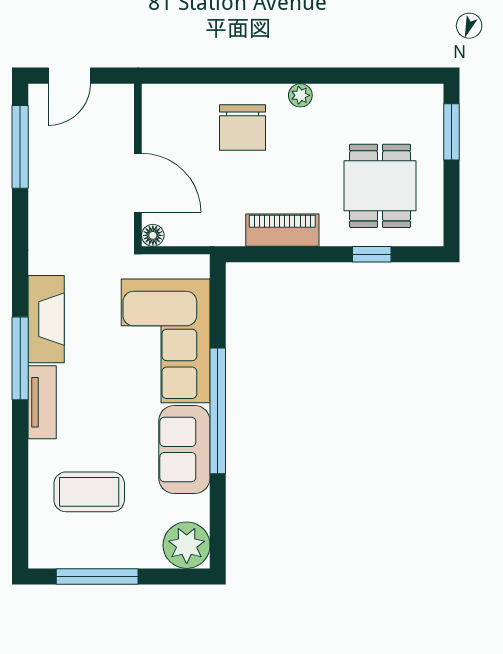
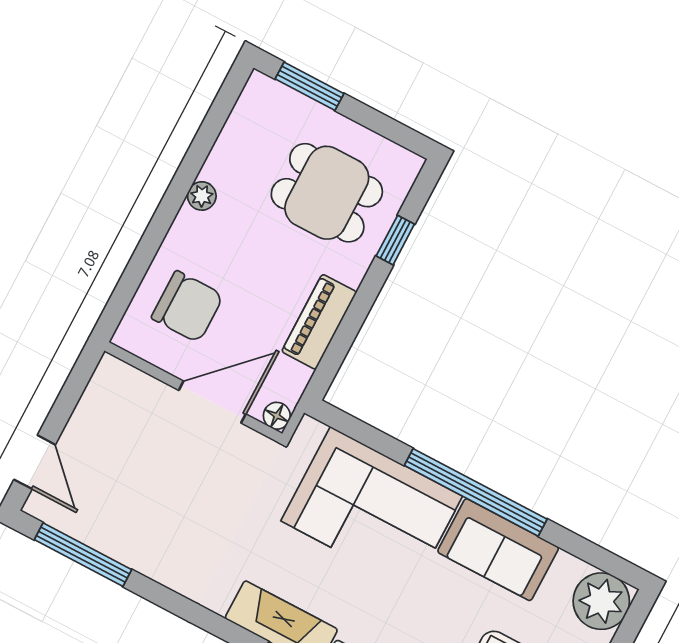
plant: (300, 95) -> (202, 196), moved
wall: (138, 165) -> (193, 392), moved
door: (138, 183) -> (212, 402), moved
floor lamp: (153, 235) -> (277, 416), moved

